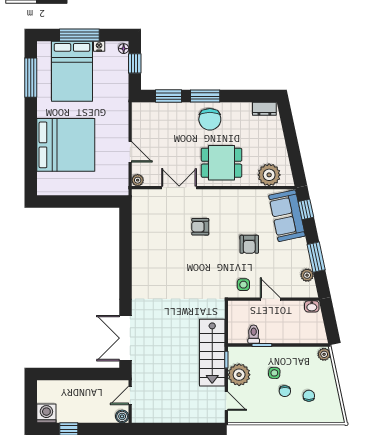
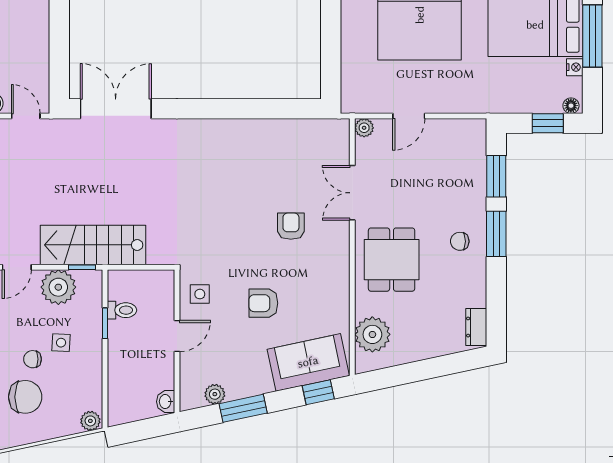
chair: (210, 119) -> (460, 241), width x0.54, depth x0.54
double door: (179, 188) -> (352, 193), swing flipped
chair: (309, 396) -> (25, 397), width x1.87, depth x1.87

